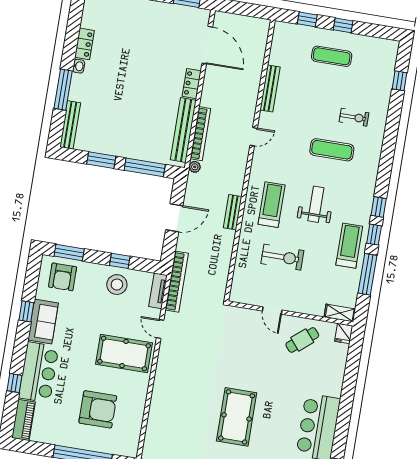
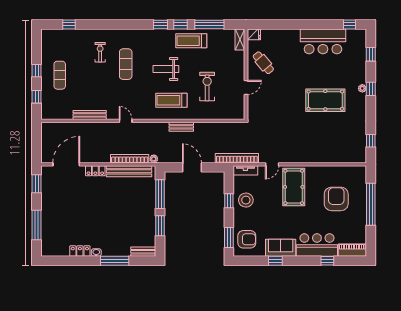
bench: (70, 125) -> (143, 252), width x0.73

